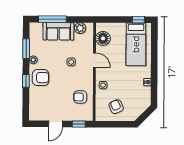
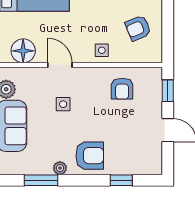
door: (94, 60) -> (60, 65), hinge flipped
armchair: (41, 78) -> (90, 156), turned 90
window: (26, 81) -> (121, 180), moved

